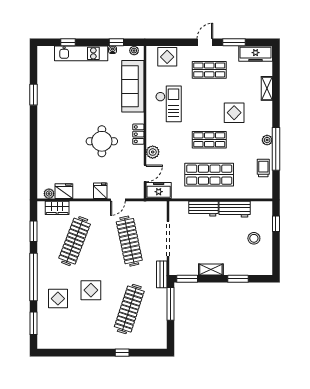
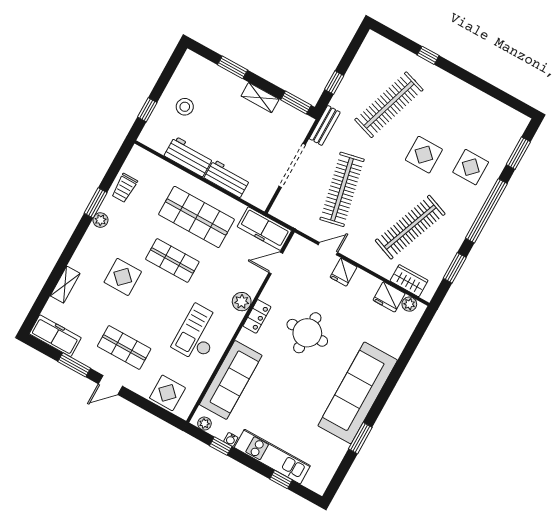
sofa: (50, 122) -> (358, 393), added
window: (276, 149) -> (96, 203), width x0.47
plant: (153, 152) -> (242, 302), moved
freezer: (159, 191) -> (264, 229), width x1.40
window: (170, 304) -> (334, 83), width x0.46

